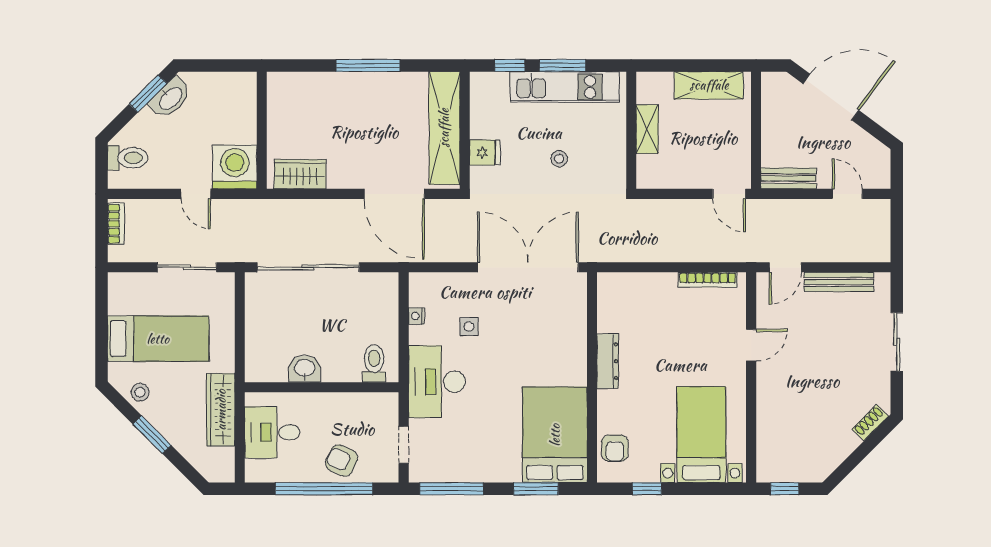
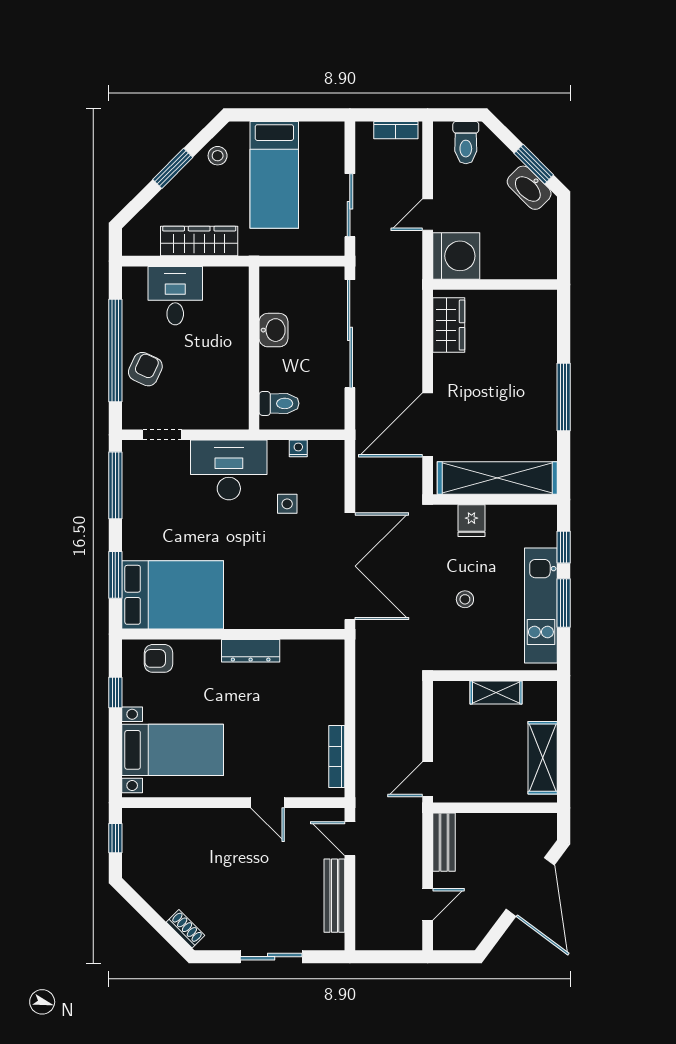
toilet: (374, 364) -> (279, 403), moved
washbasin: (305, 369) -> (274, 330), moved
wall: (322, 387) -> (254, 348), moved

